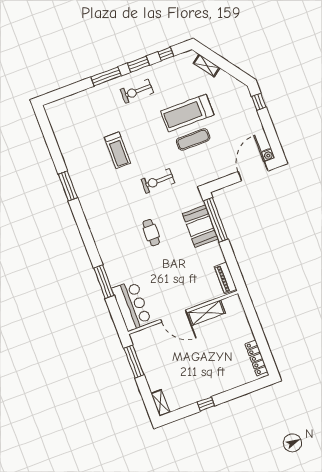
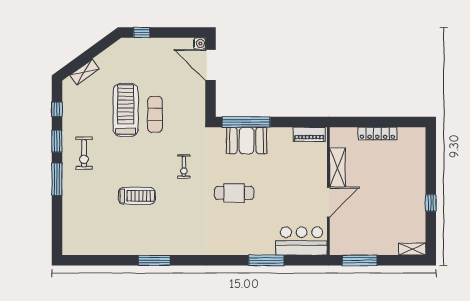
treadmill: (187, 113) -> (126, 110), turned 180
exercise bike: (158, 181) -> (184, 166), width x0.73, depth x0.72
cafe table: (151, 233) -> (234, 193), width x1.37, depth x1.35
locker: (256, 358) -> (377, 134), moved

